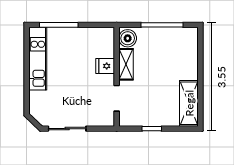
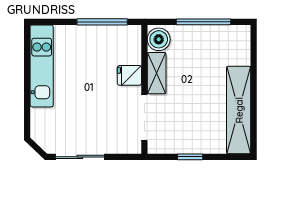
window: (59, 25) -> (102, 22), moved
doorway: (117, 98) -> (144, 118), width x1.38
shelving: (189, 103) -> (239, 110), width x1.47

